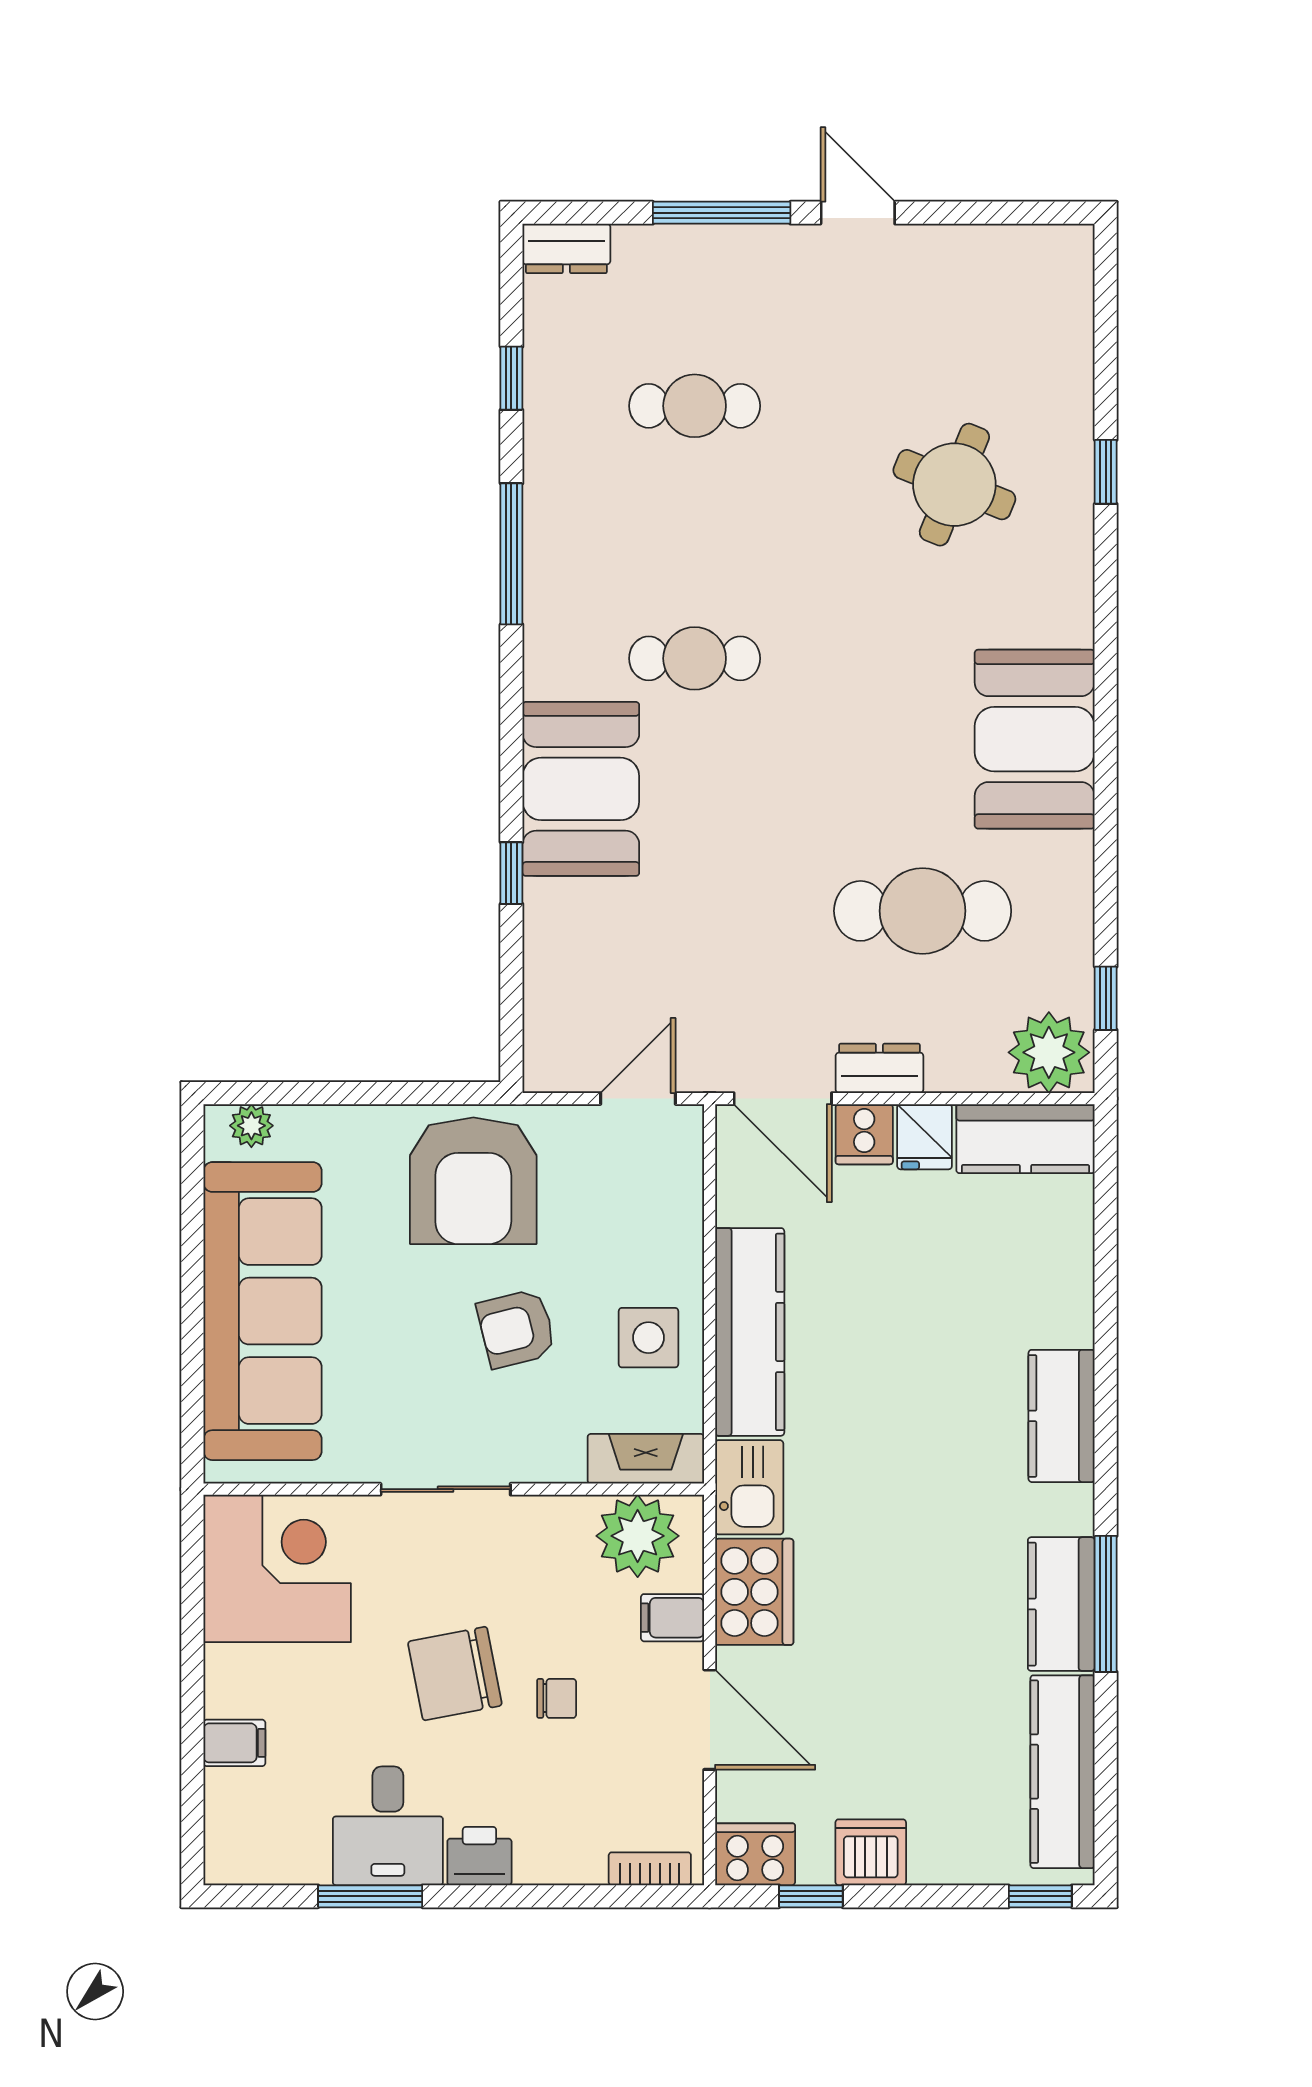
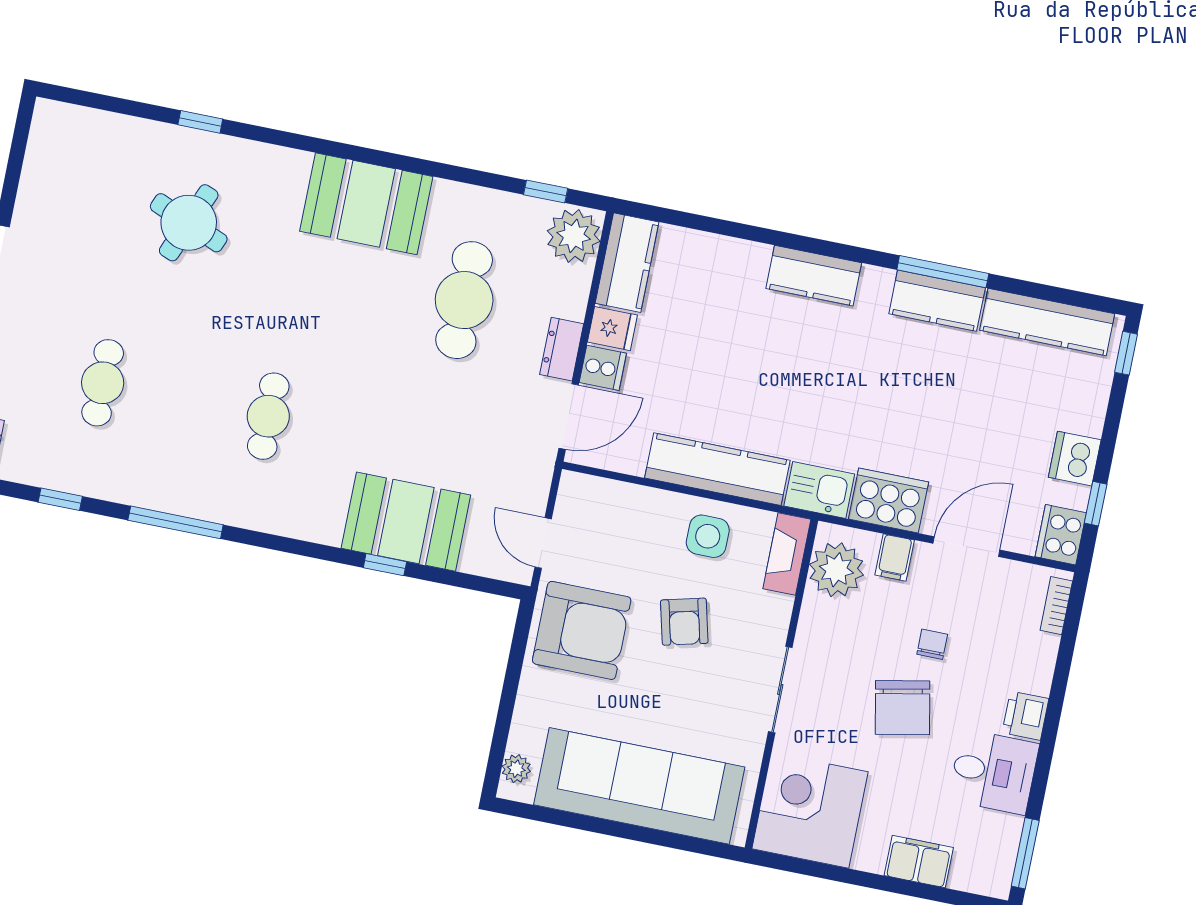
booth: (581, 789) -> (406, 522), moved
door: (638, 1099) -> (543, 543), moved
filing cabinet: (234, 1743) -> (919, 861), width x2.00
window: (370, 1896) -> (1025, 853), moved

